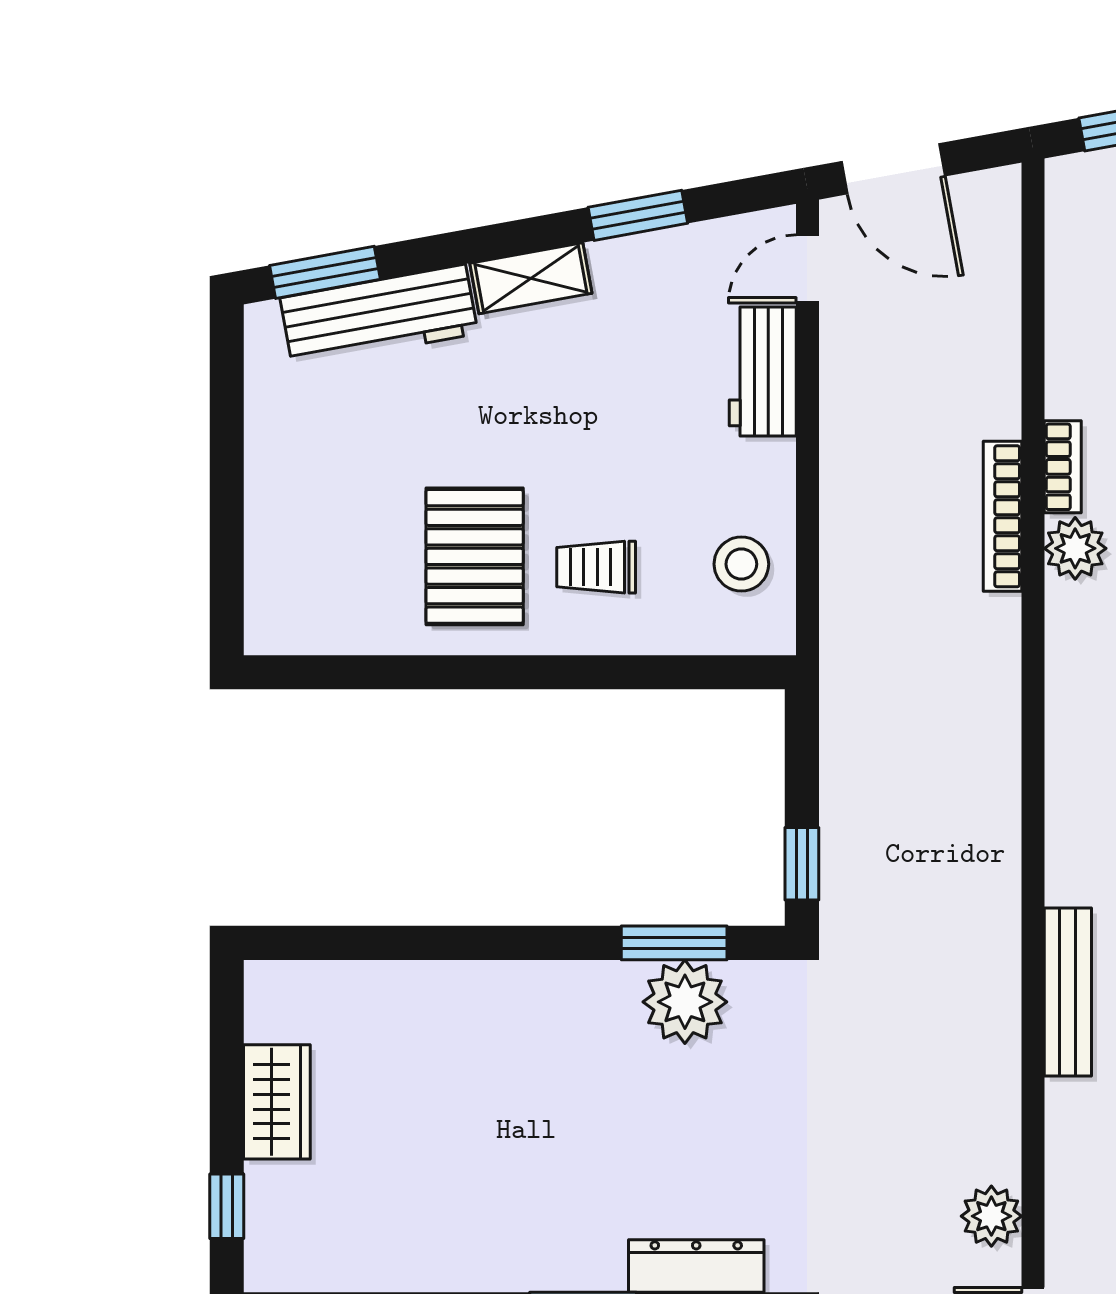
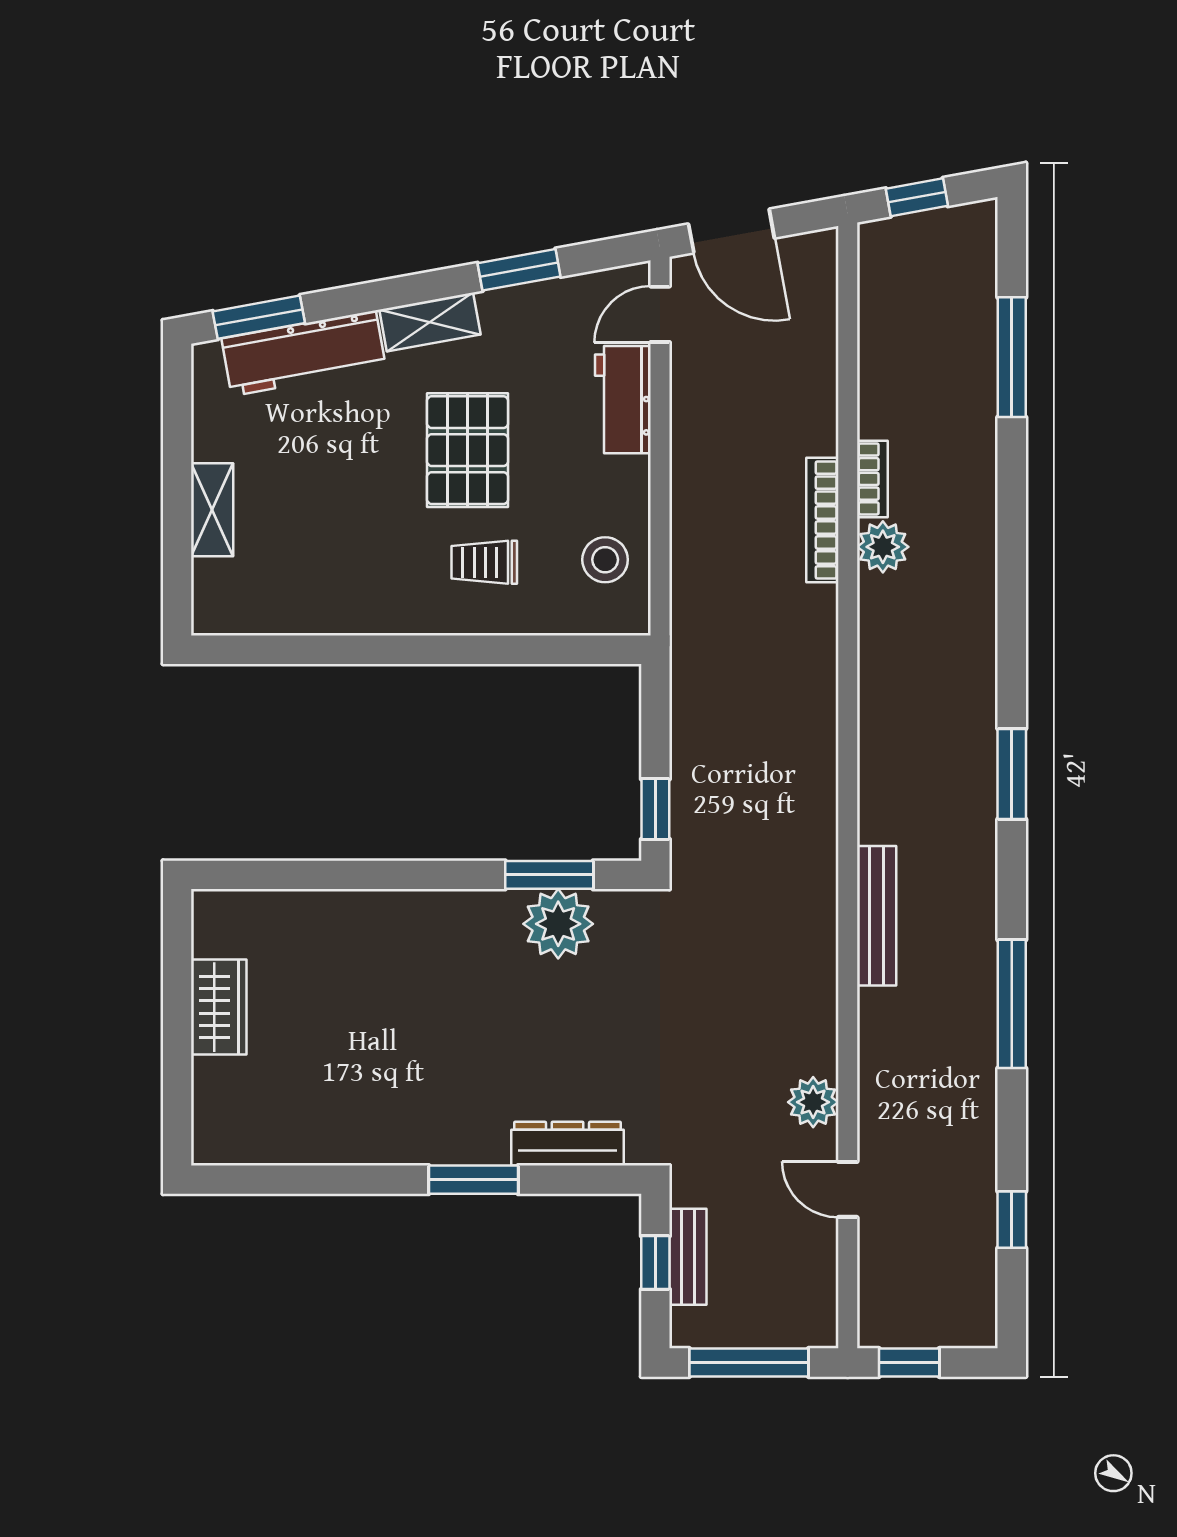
shelving: (269, 504) -> (212, 510), added
pallet: (475, 556) -> (468, 450), moved
window: (227, 1206) -> (177, 1094), removed

